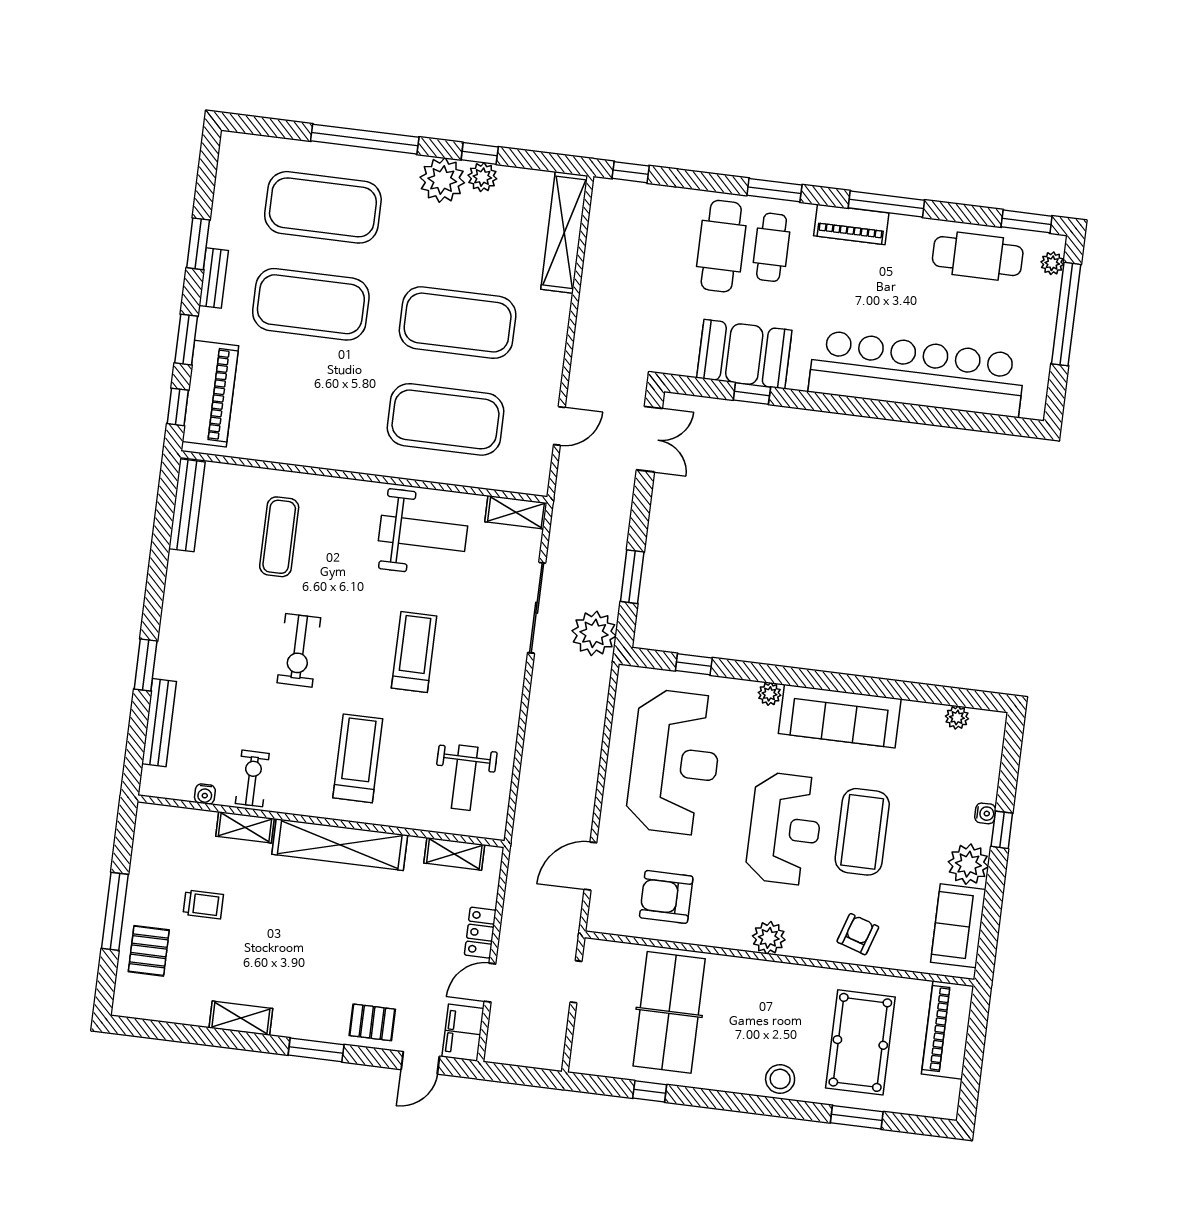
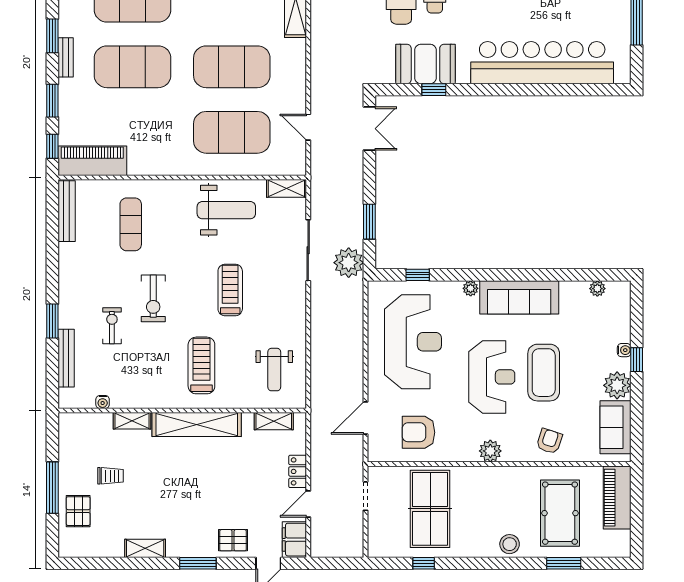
piano: (210, 394) -> (92, 161), moved, turned -90
door: (559, 426) -> (308, 127), swing flipped
exercise bike: (252, 778) -> (112, 326), moved

